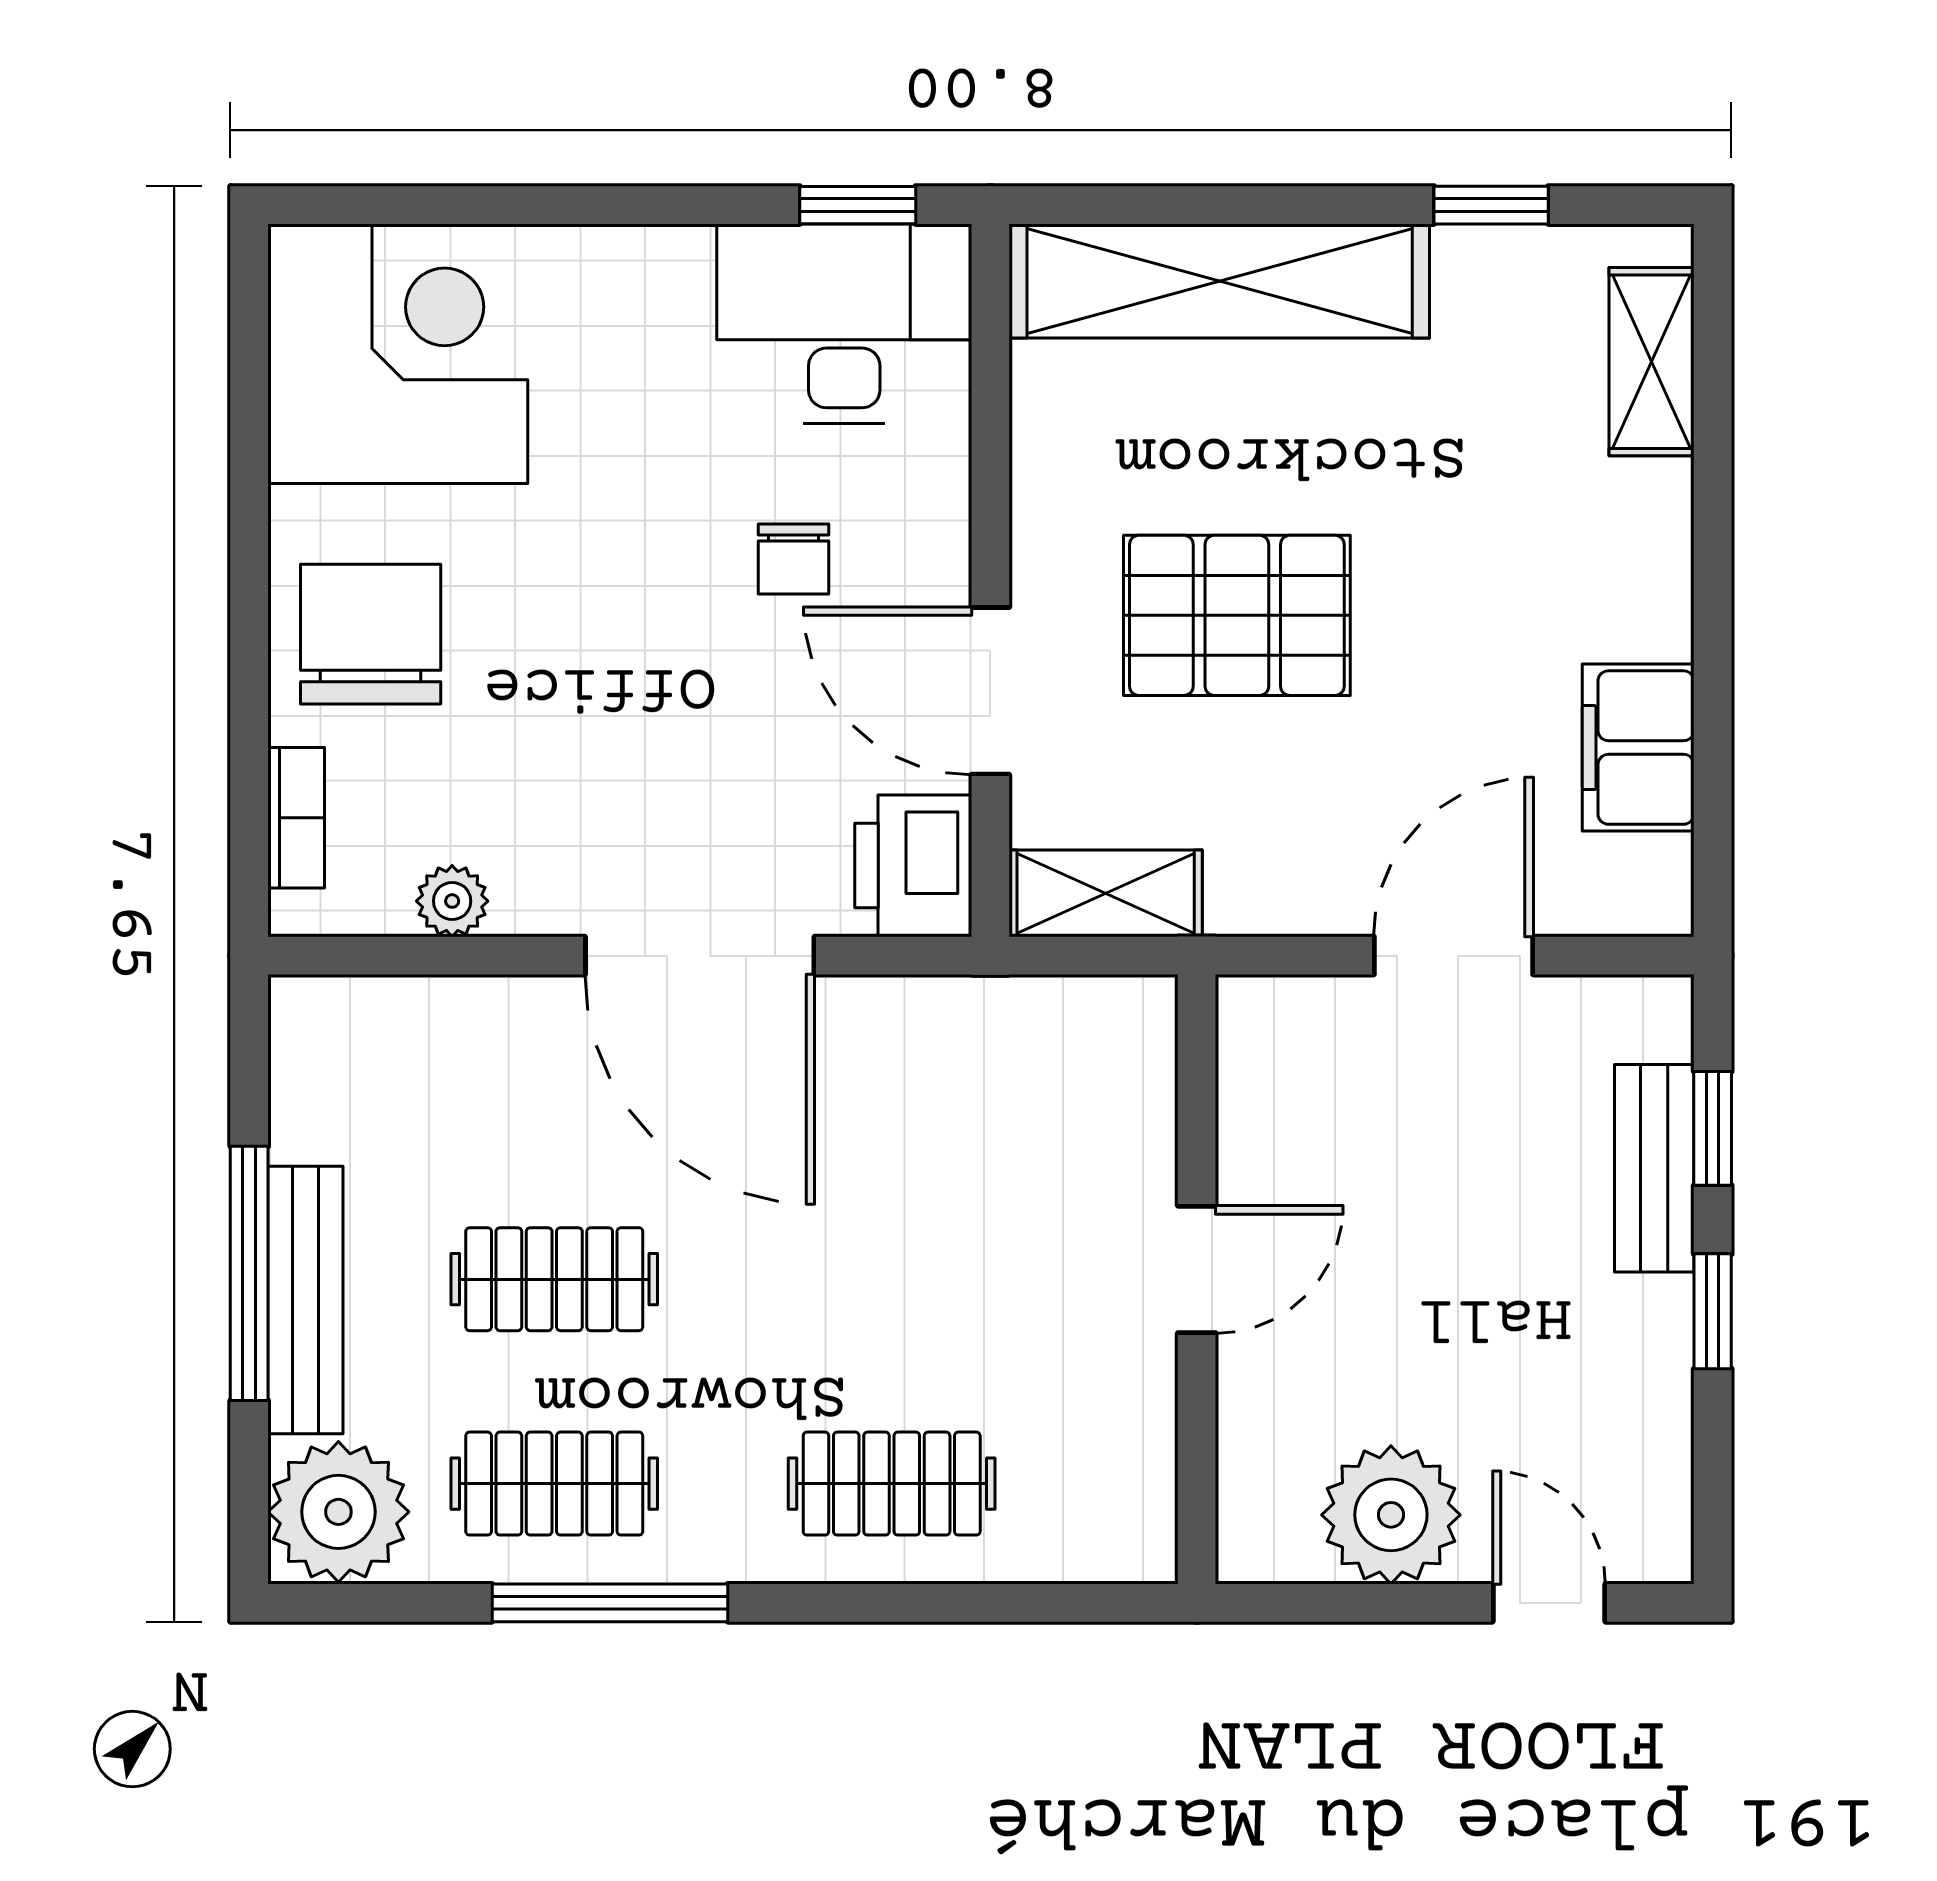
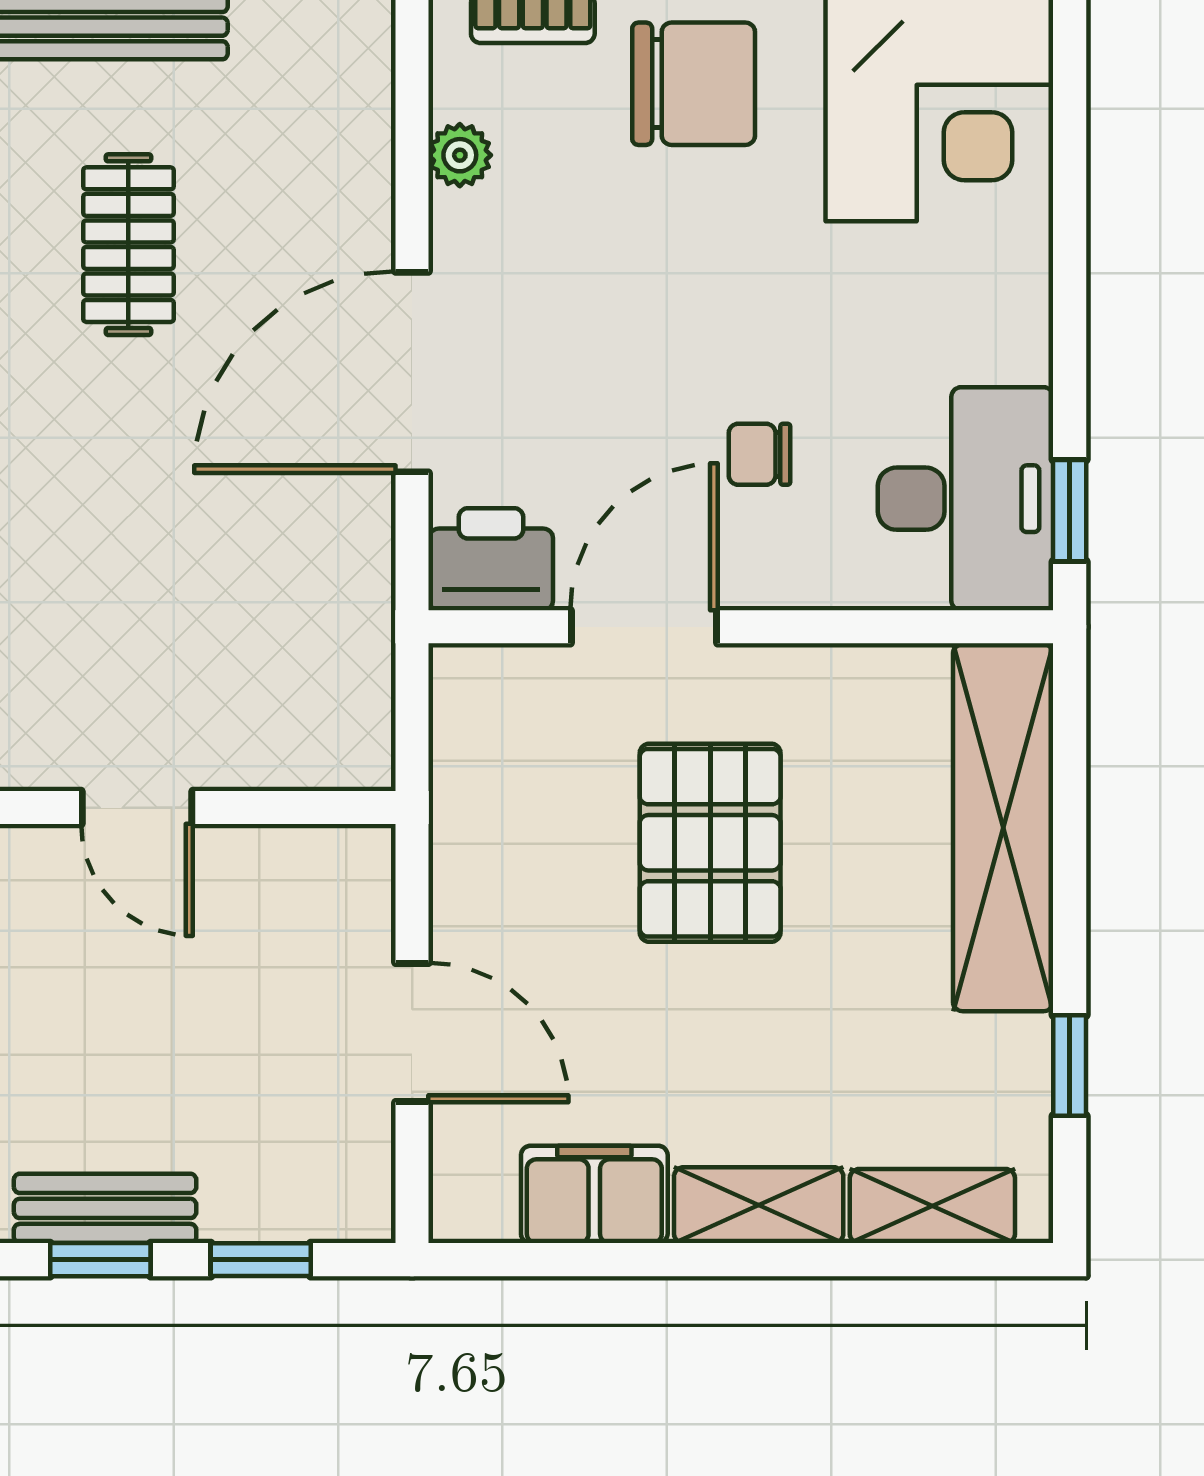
shelving: (1106, 893) -> (759, 1205), moved, turned 90
bench: (1654, 1168) -> (105, 1208), moved

